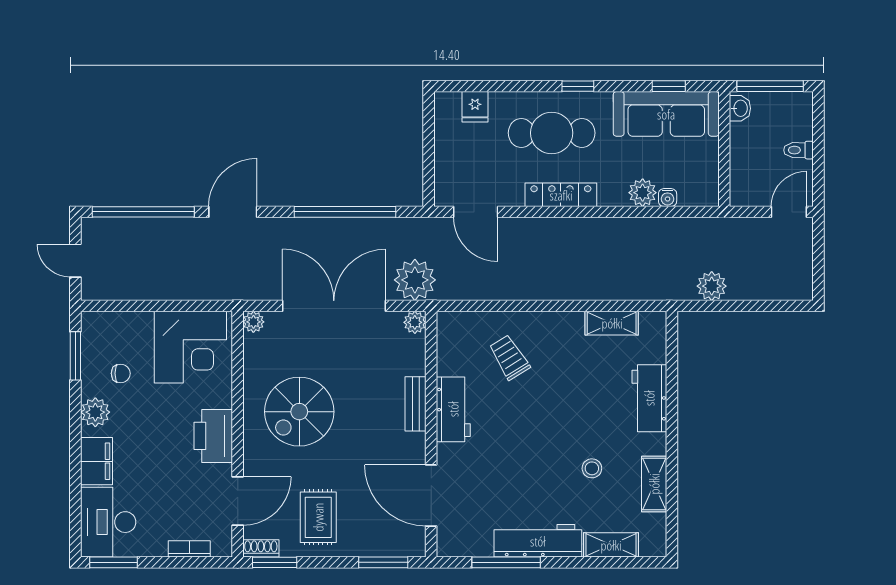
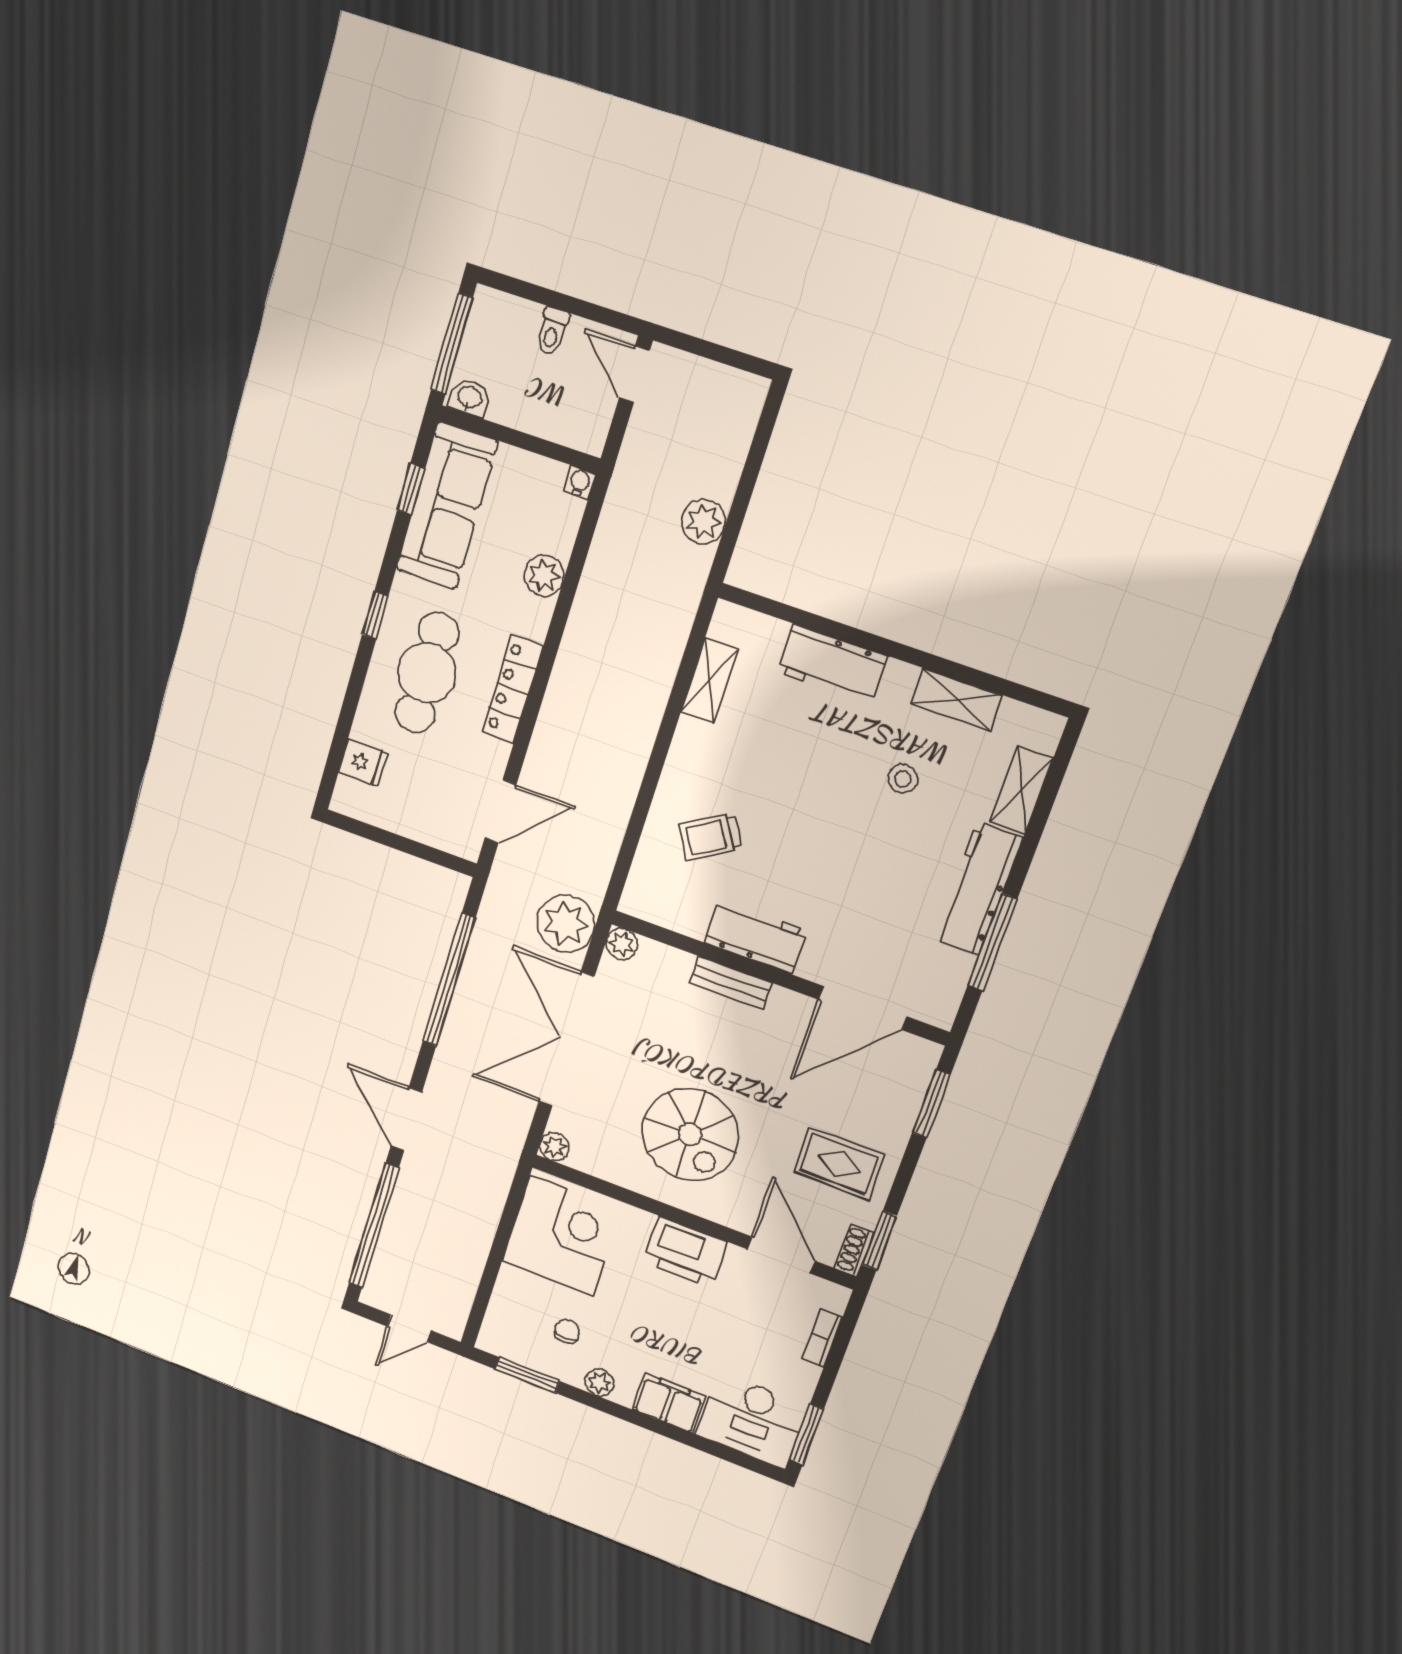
water cooler: (668, 198) -> (580, 482), moved, turned -90
plant: (95, 412) -> (599, 1383), width x0.73, depth x0.73

